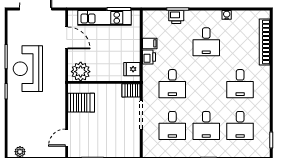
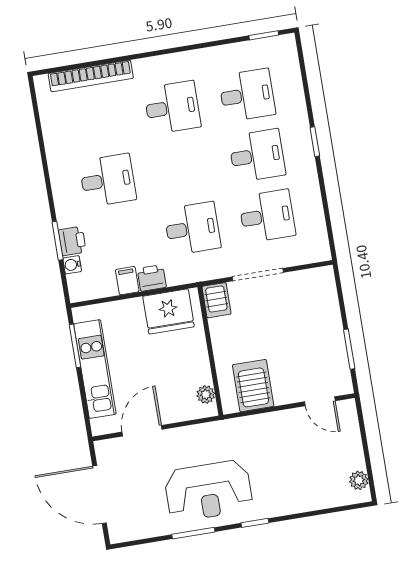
water cooler: (227, 15) -> (72, 265), moved
fridge: (132, 69) -> (169, 311), width x1.88, depth x1.34
plant: (81, 72) -> (206, 395), width x0.53, depth x0.53

